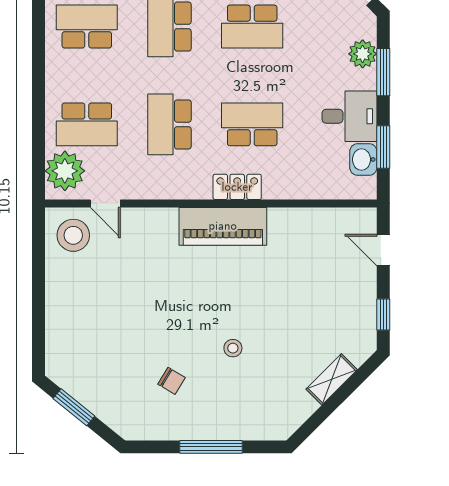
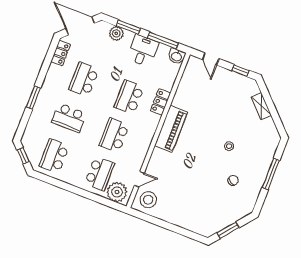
school desk: (252, 27) -> (84, 80), turned 180
school desk: (169, 124) -> (114, 135), turned 90
window: (383, 147) -> (163, 41), width x1.44
washbasin: (363, 160) -> (176, 56), moved
locker: (237, 187) -> (160, 102), moved
door: (383, 250) -> (211, 59), hinge flipped

